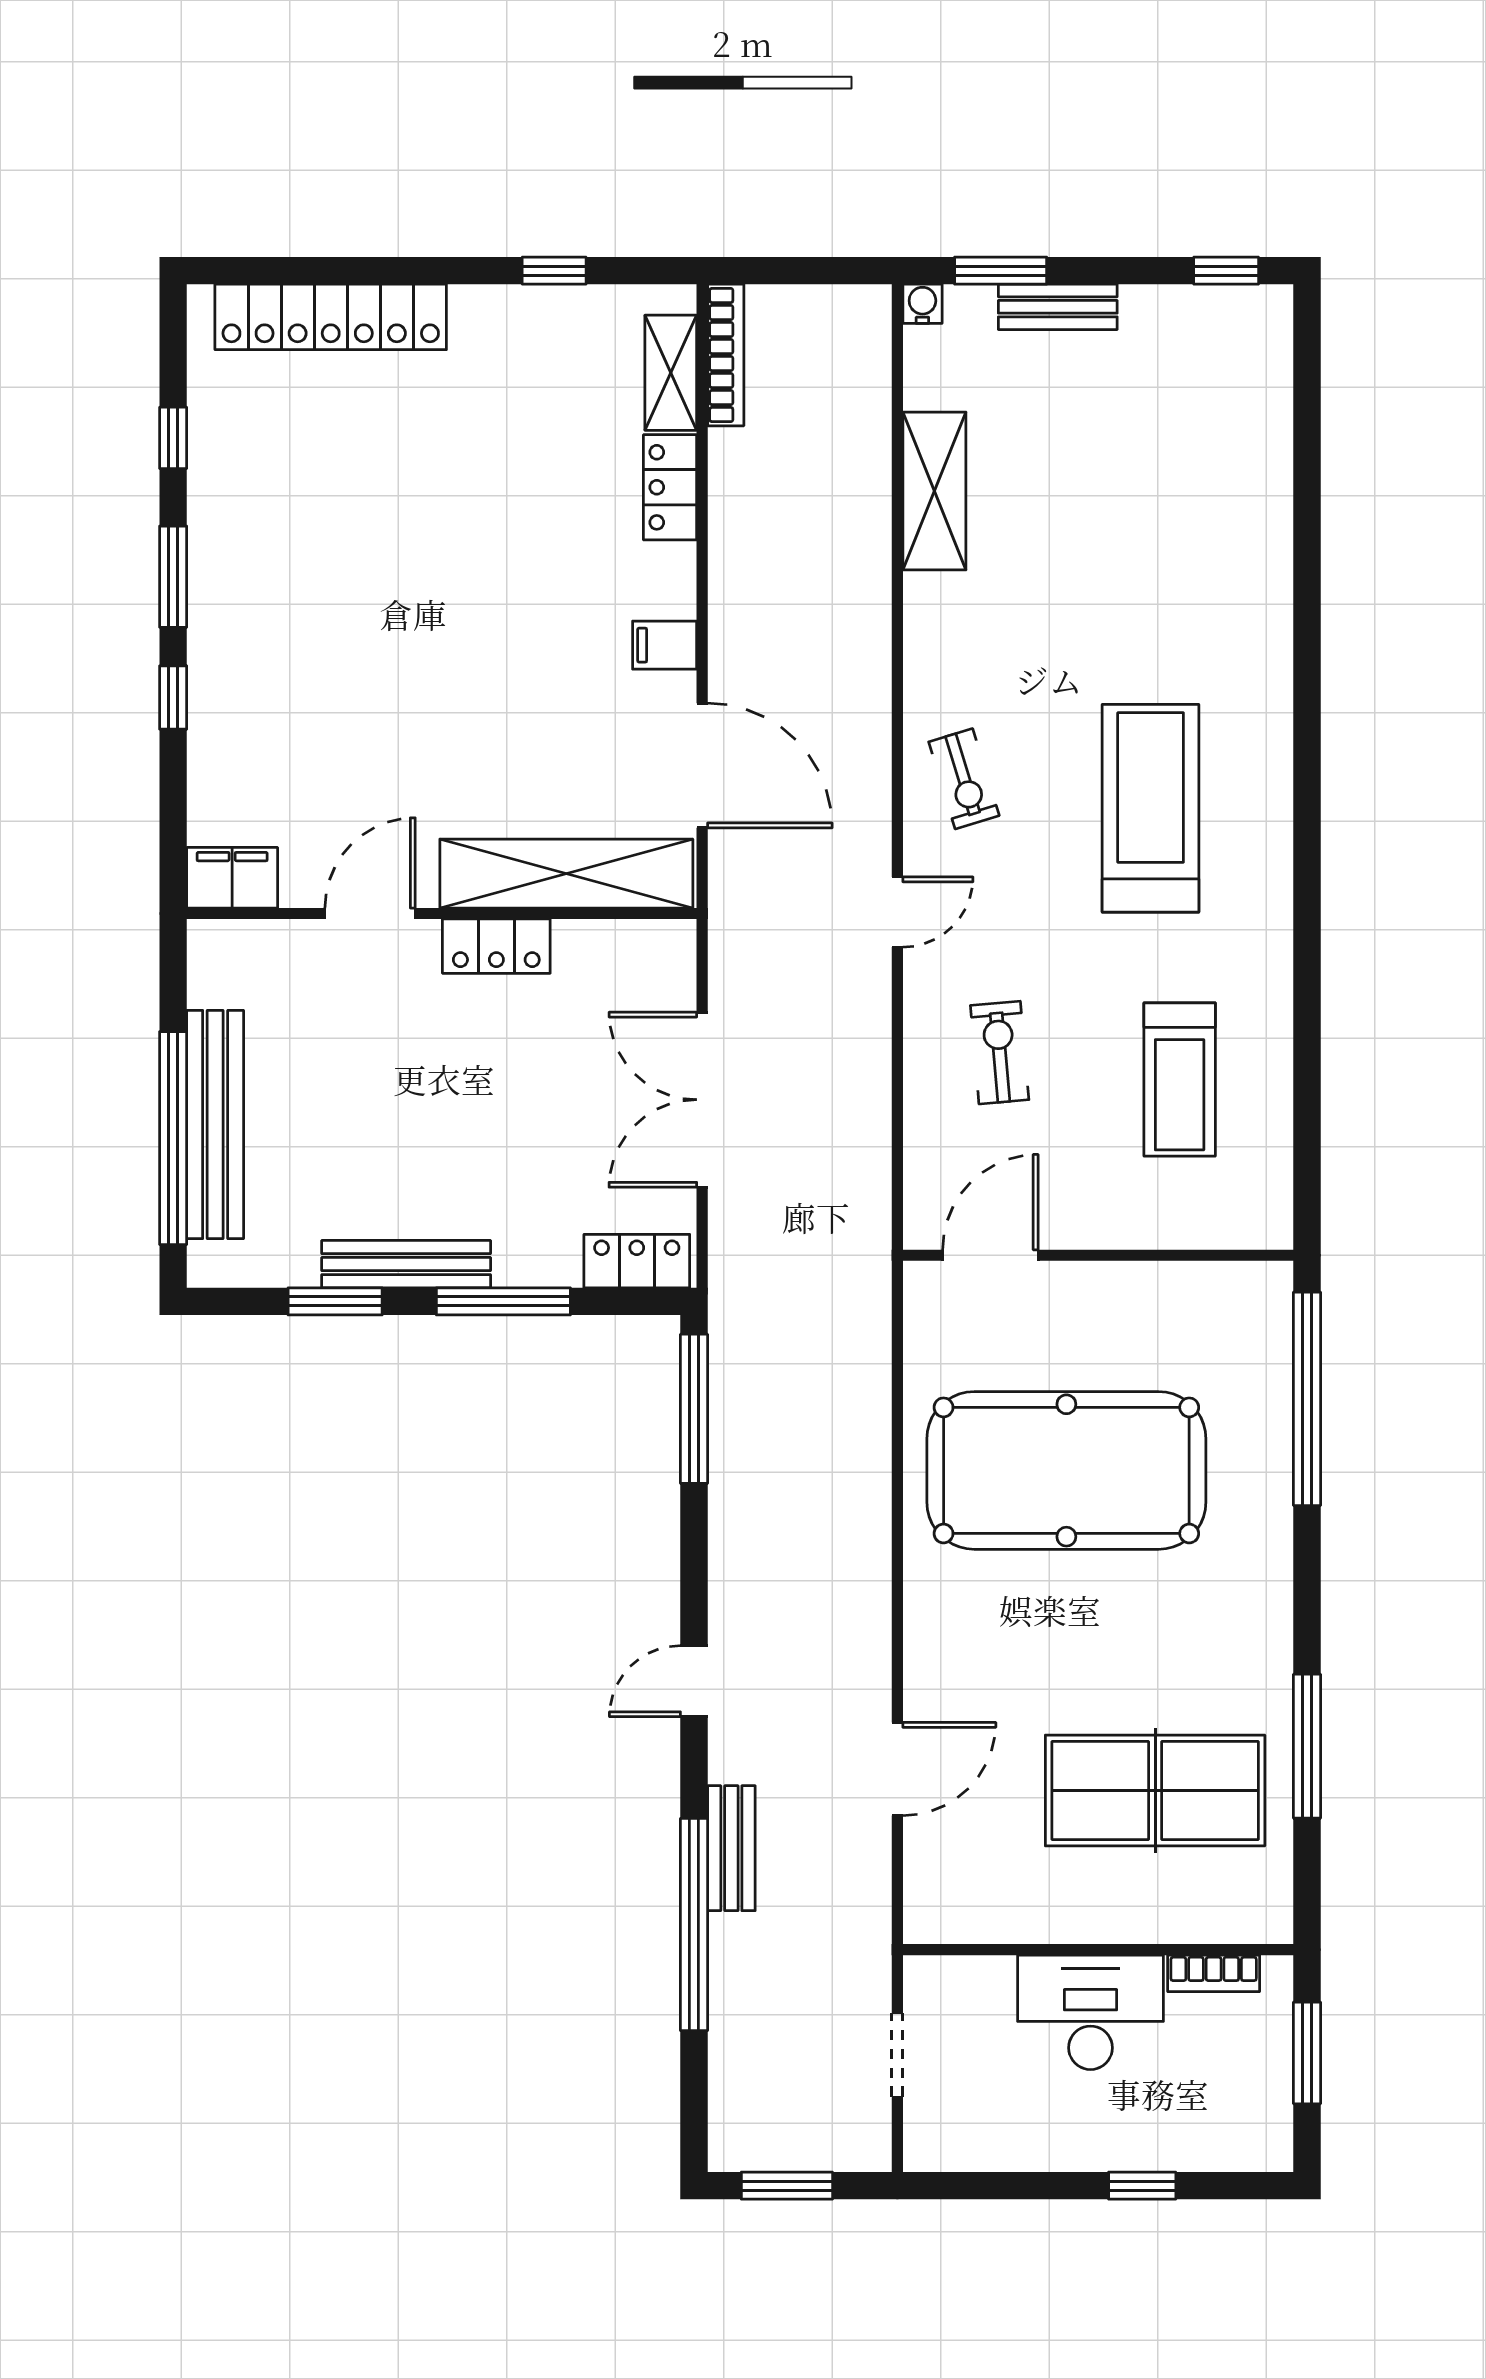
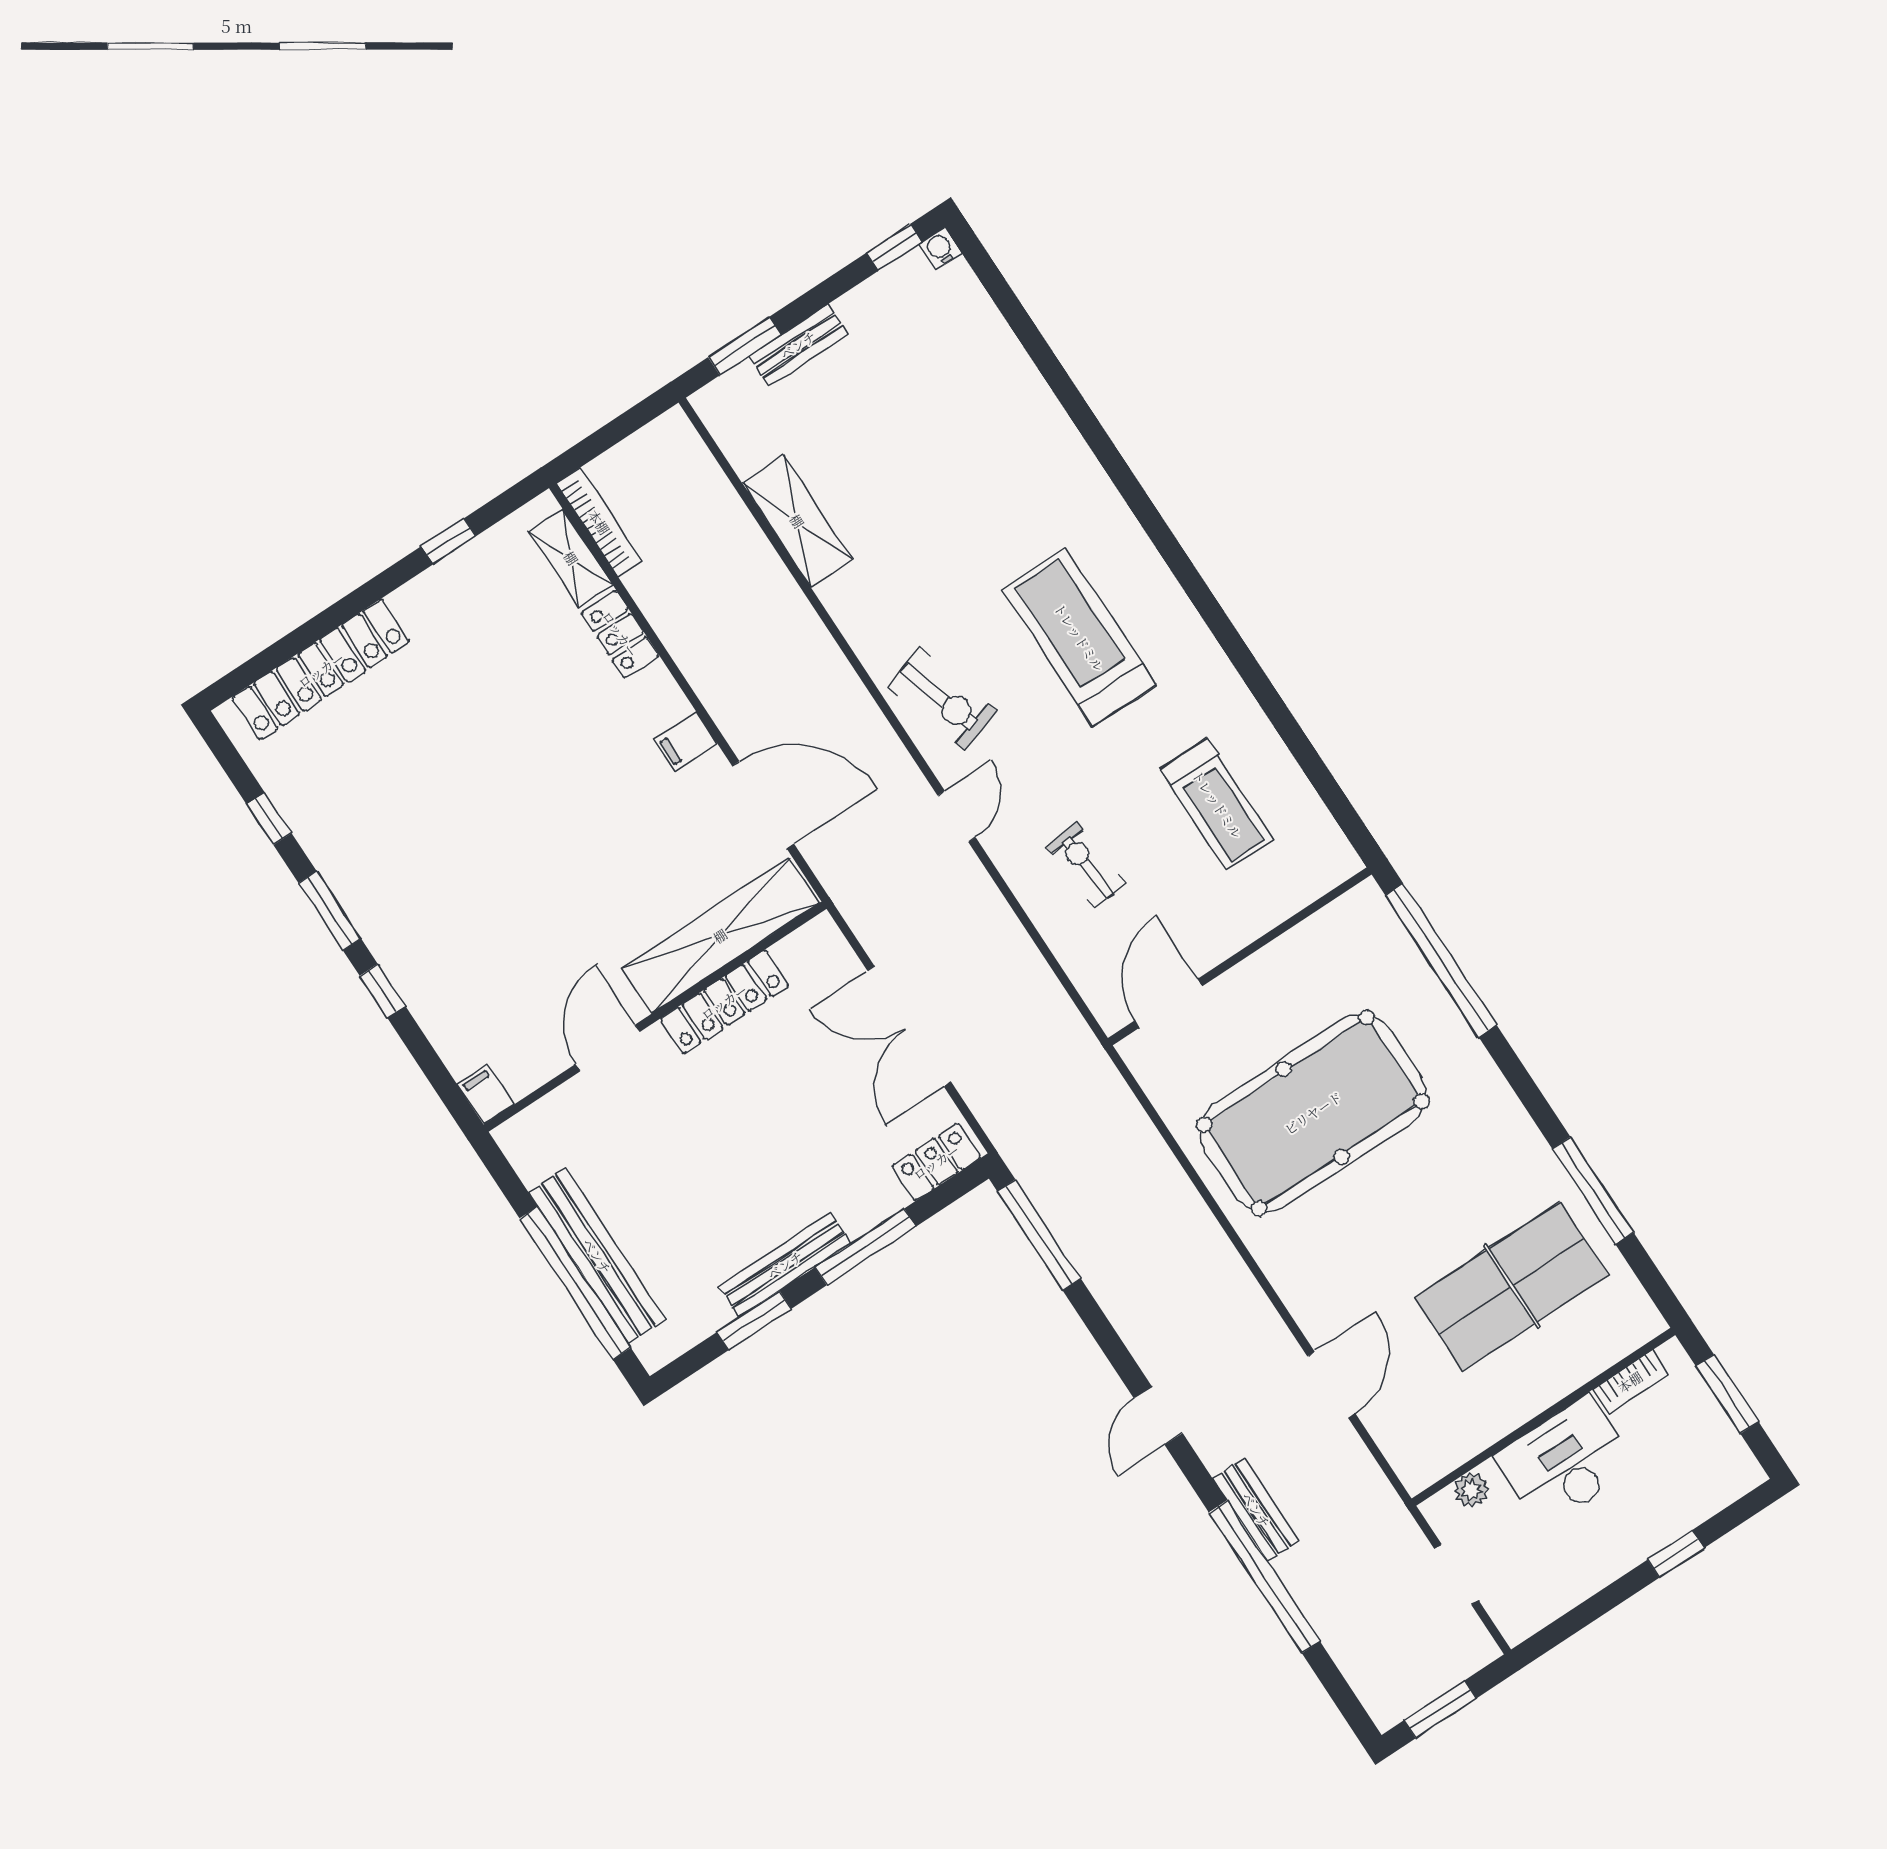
water cooler: (922, 304) -> (940, 249), moved
exercise bike: (964, 779) -> (942, 699), width x1.38, depth x1.39
filing cabinet: (232, 878) -> (485, 1095), width x0.50
locker: (496, 946) -> (724, 1002), width x1.53
plant: (972, 1977) -> (1471, 1490), added

